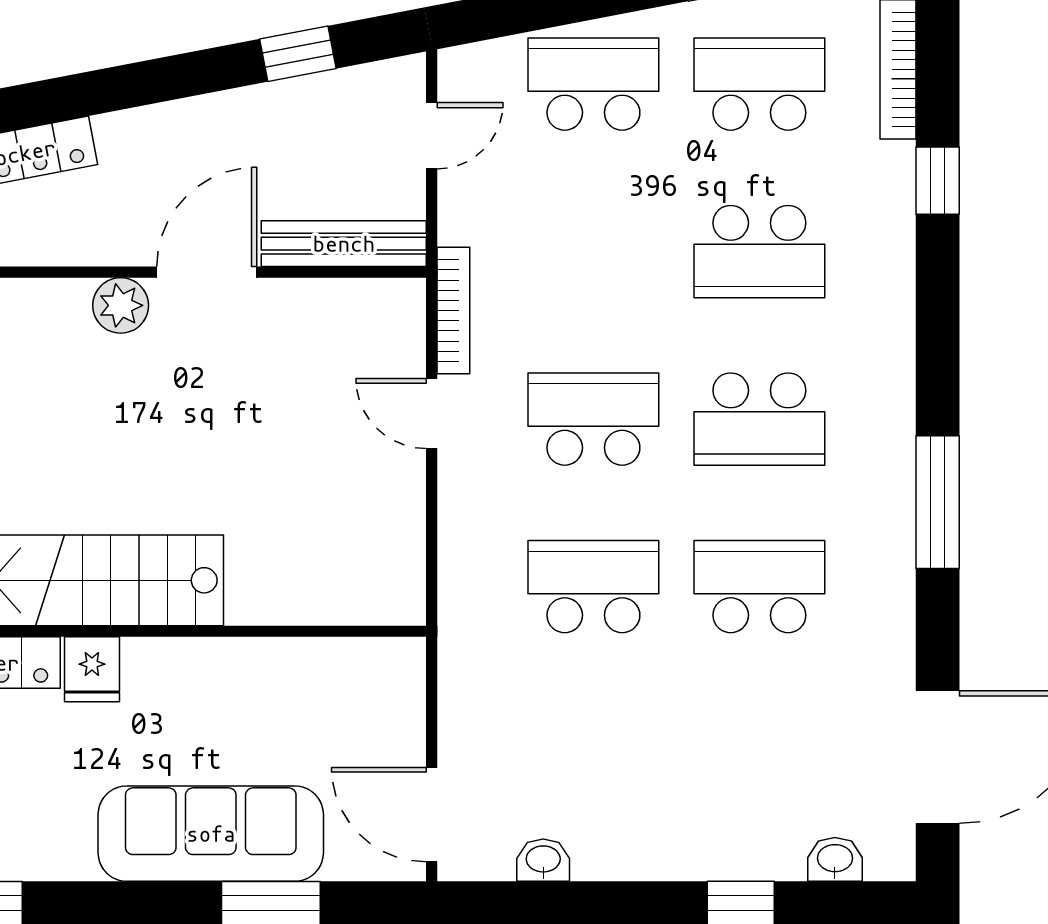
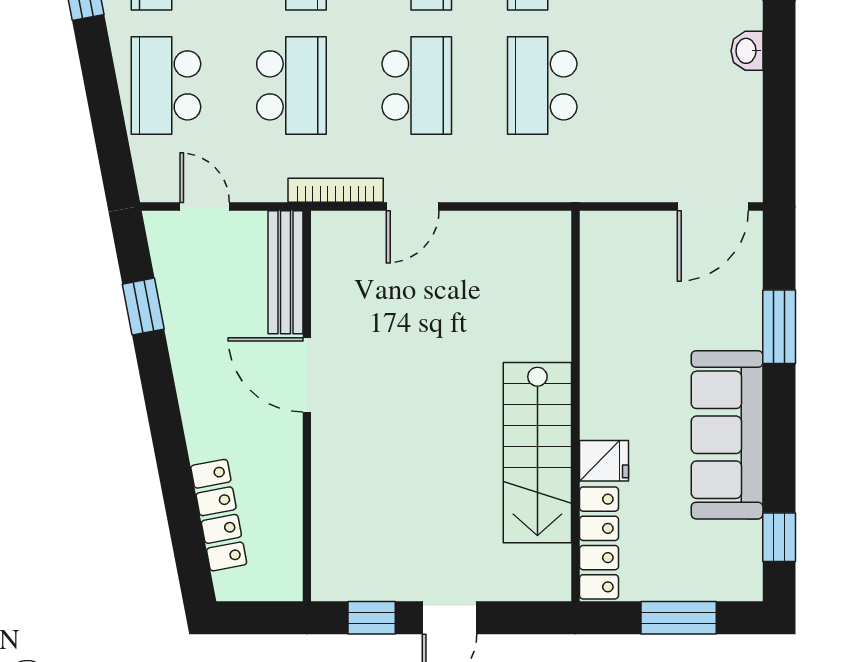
school desk: (593, 252) -> (291, 85), added
plant: (121, 305) -> (332, 439), removed
school desk: (593, 419) -> (417, 85), turned 180
sofa: (211, 834) -> (727, 435), moved
washbasin: (543, 860) -> (747, 51), moved

